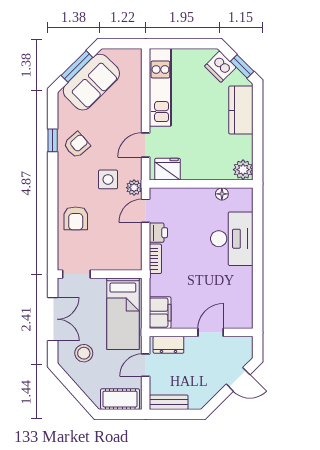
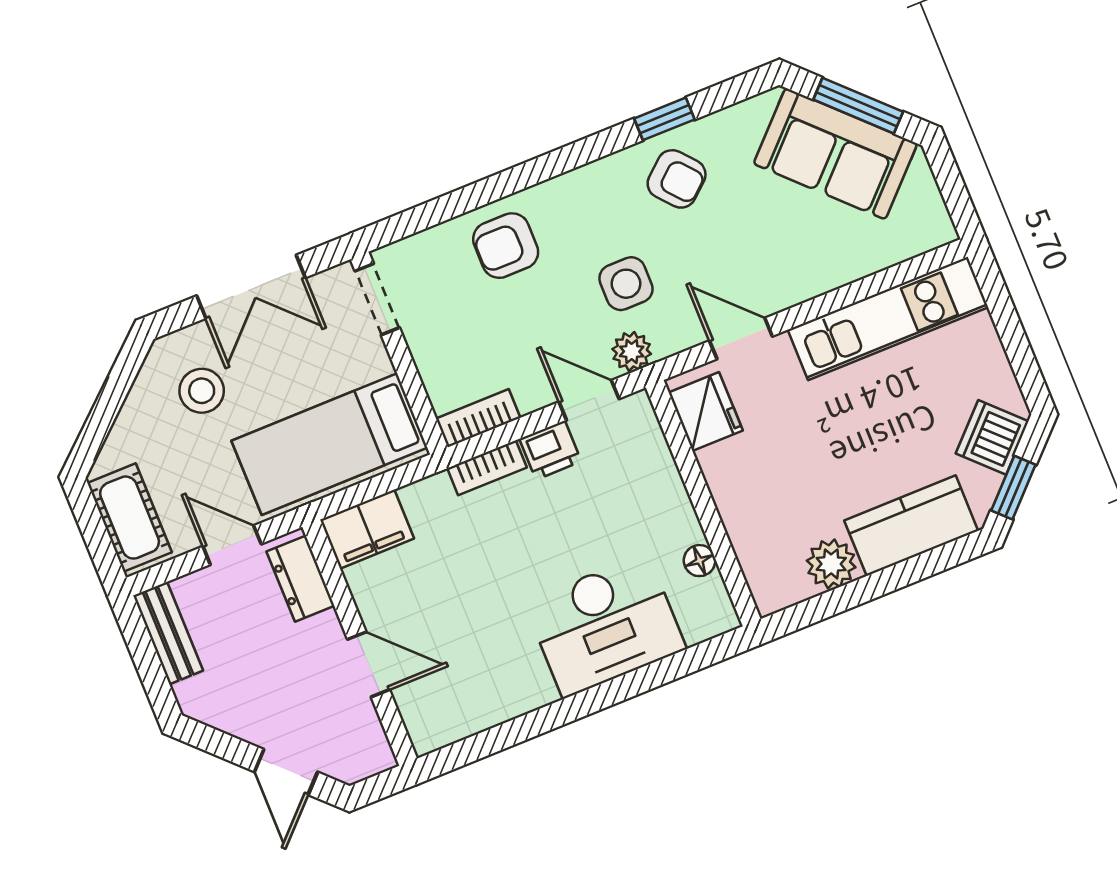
plant: (243, 170) -> (831, 564), moved
bookcase: (136, 255) -> (478, 418), added

